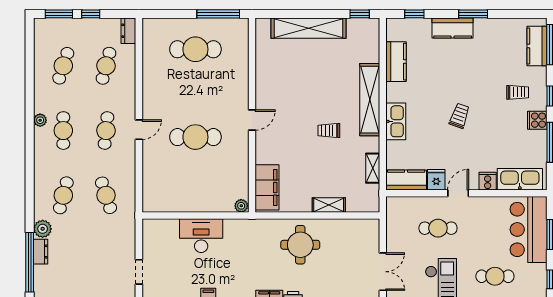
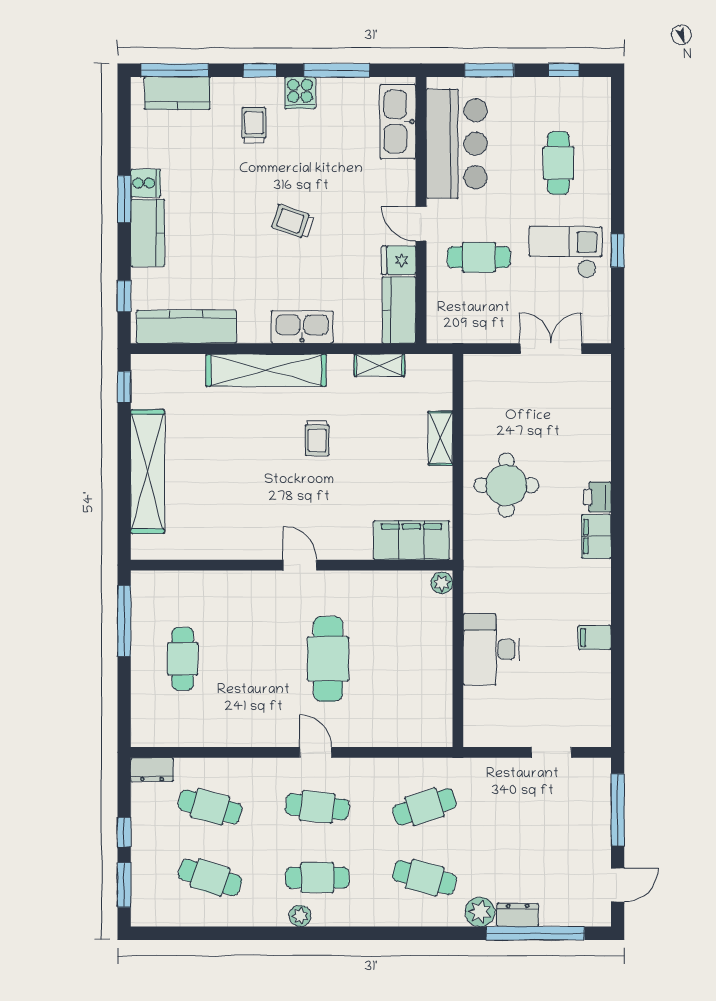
cafe table: (195, 49) -> (183, 659), width x0.73, depth x0.74
kitchen counter: (396, 62) -> (186, 327), width x1.50
cooker: (488, 181) -> (145, 183), moved, turned 180
cafe table: (438, 228) -> (479, 257), turned 90
bar counter: (529, 229) -> (457, 144), moved, turned -90

